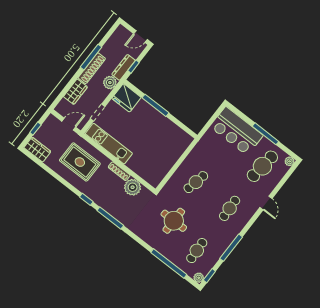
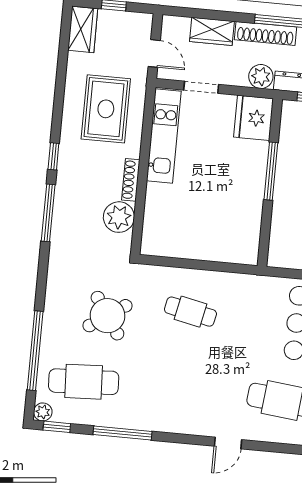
cafe table: (230, 208) -> (183, 391), removed
round table: (174, 221) -> (107, 316), turned -34
cafe table: (197, 251) -> (84, 382), width x1.37, depth x1.35

